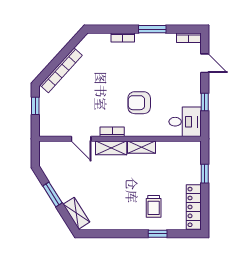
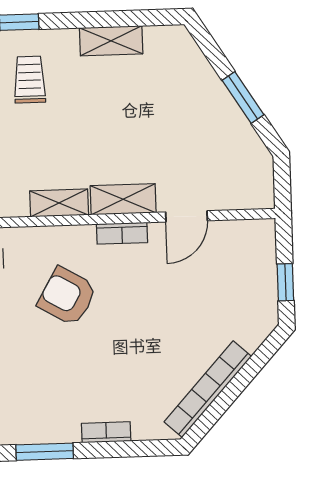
bookcase: (61, 70) -> (208, 389), moved
armchair: (139, 103) -> (67, 296), turned -150
door: (81, 139) -> (186, 216), swing flipped
shelving: (76, 213) -> (111, 41), moved, turned -58

